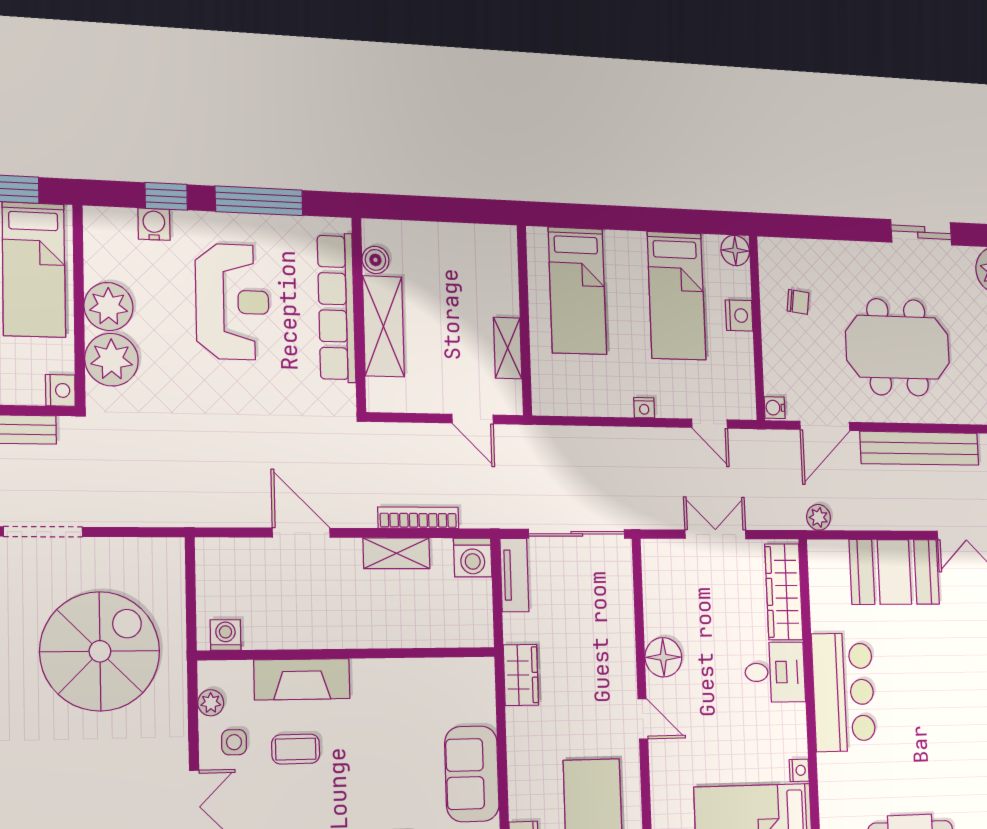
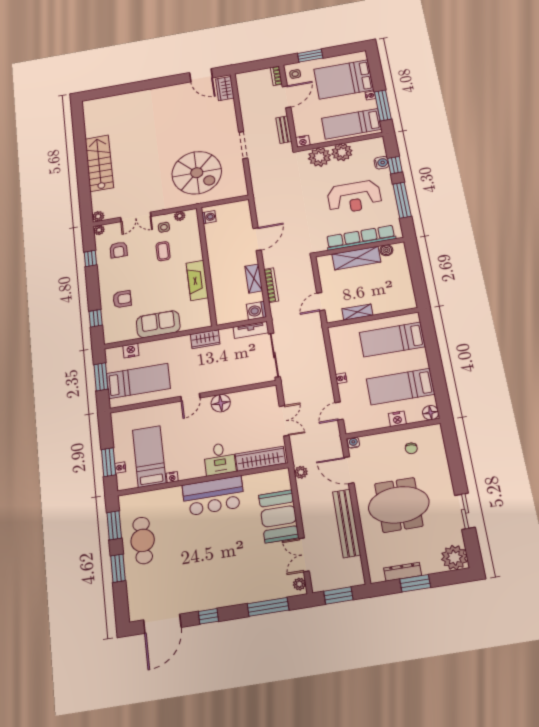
meeting table: (898, 347) -> (399, 505), turned 90
fireplace: (302, 679) -> (197, 280), moved

